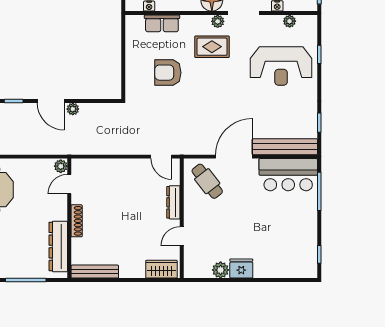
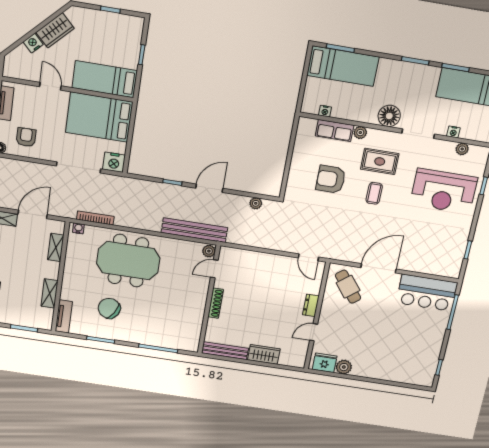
plant: (218, 21) -> (360, 133), moved
coffee table: (213, 80) -> (374, 193), added
door: (51, 101) -> (209, 188), swing flipped
plant: (73, 109) -> (256, 203), moved
bench: (285, 147) -> (194, 230), moved
dresser: (173, 202) -> (311, 305), width x0.70
dresser: (58, 246) -> (194, 323), removed
wardrobe: (161, 269) -> (264, 354), moved
fridge: (241, 269) -> (325, 363), moved

